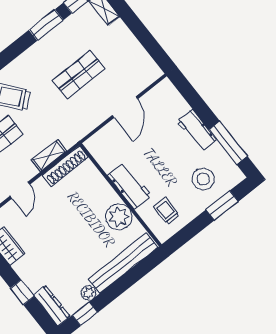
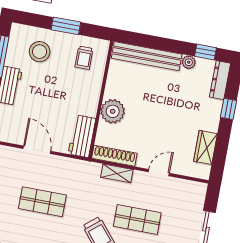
door: (125, 107) -> (37, 150), hinge flipped
workbench: (130, 185) -> (82, 136), moved
window: (222, 206) -> (66, 26), moved
plant: (119, 217) -> (113, 111), moved

